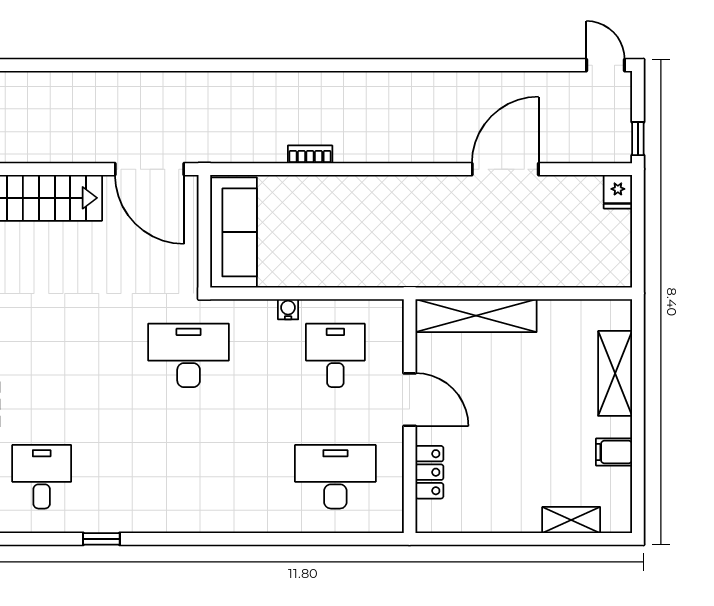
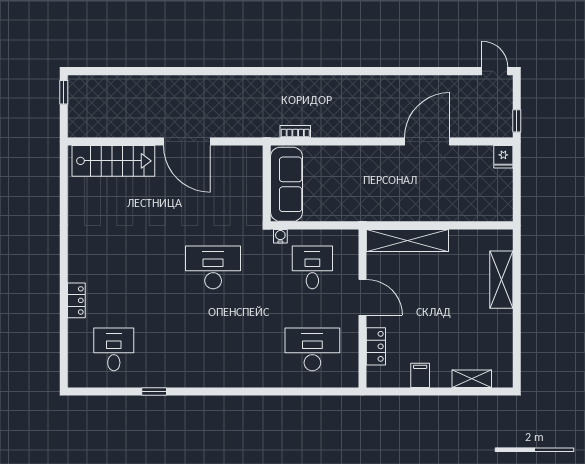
wall: (204, 231) -> (267, 183), moved
sofa: (234, 232) -> (287, 184), moved
filing cabinet: (614, 452) -> (420, 375), moved, turned 90

